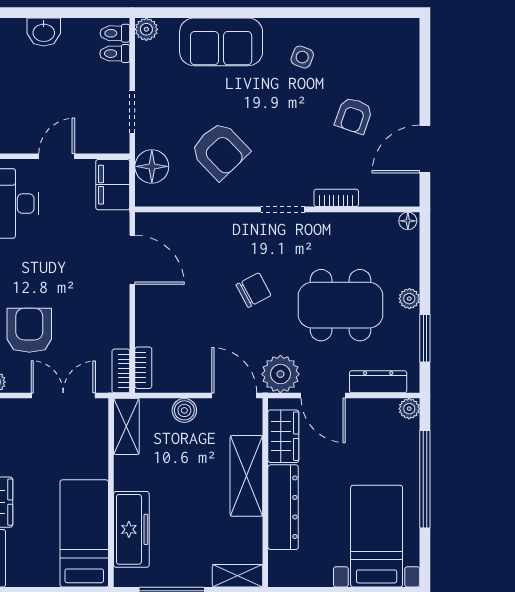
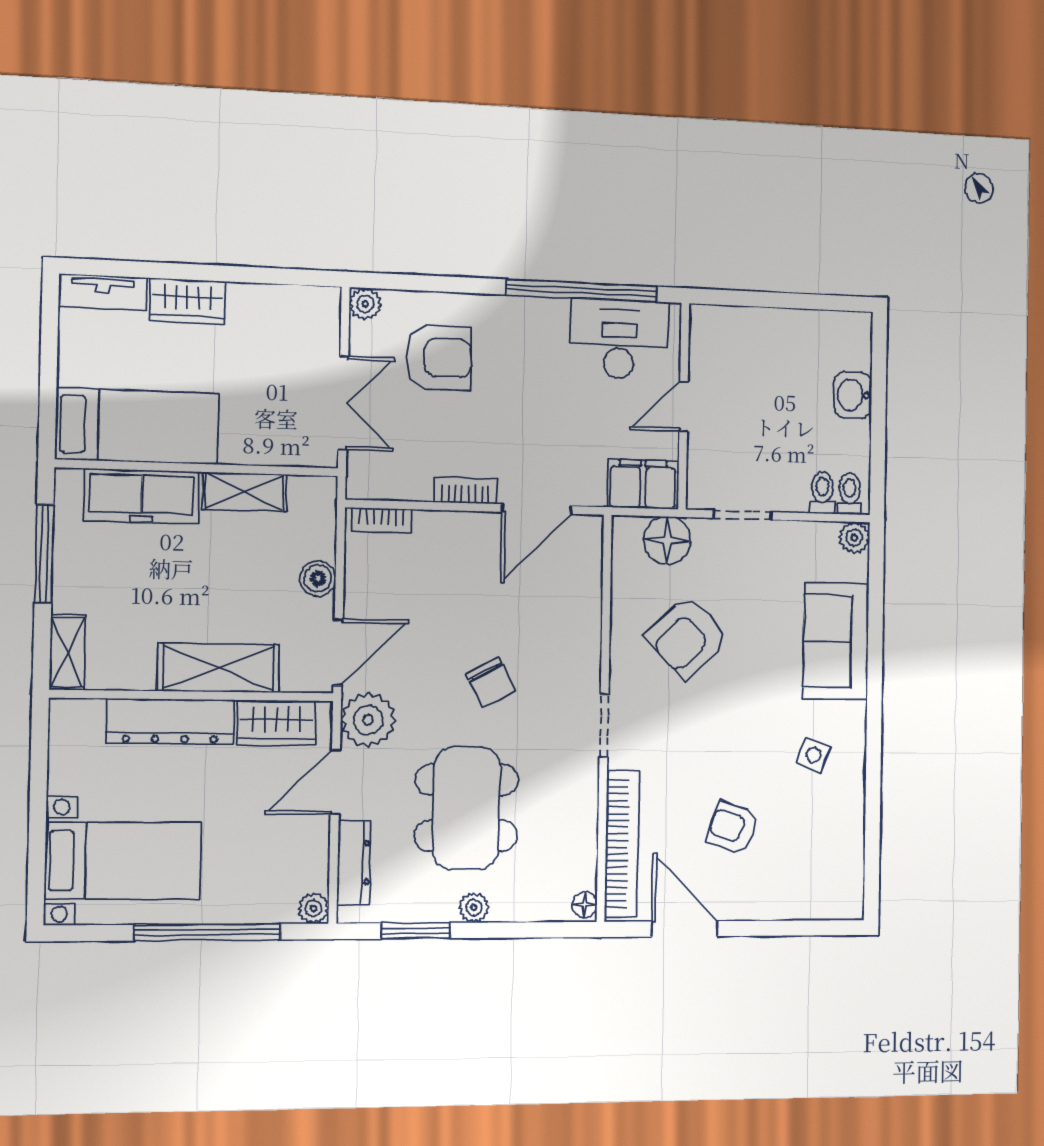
door: (57, 156) -> (684, 406), swing flipped
bookcase: (336, 198) -> (622, 844), width x2.31, depth x1.31
bookcase: (121, 371) -> (466, 490), moved
shelving: (126, 426) -> (245, 492), moved

